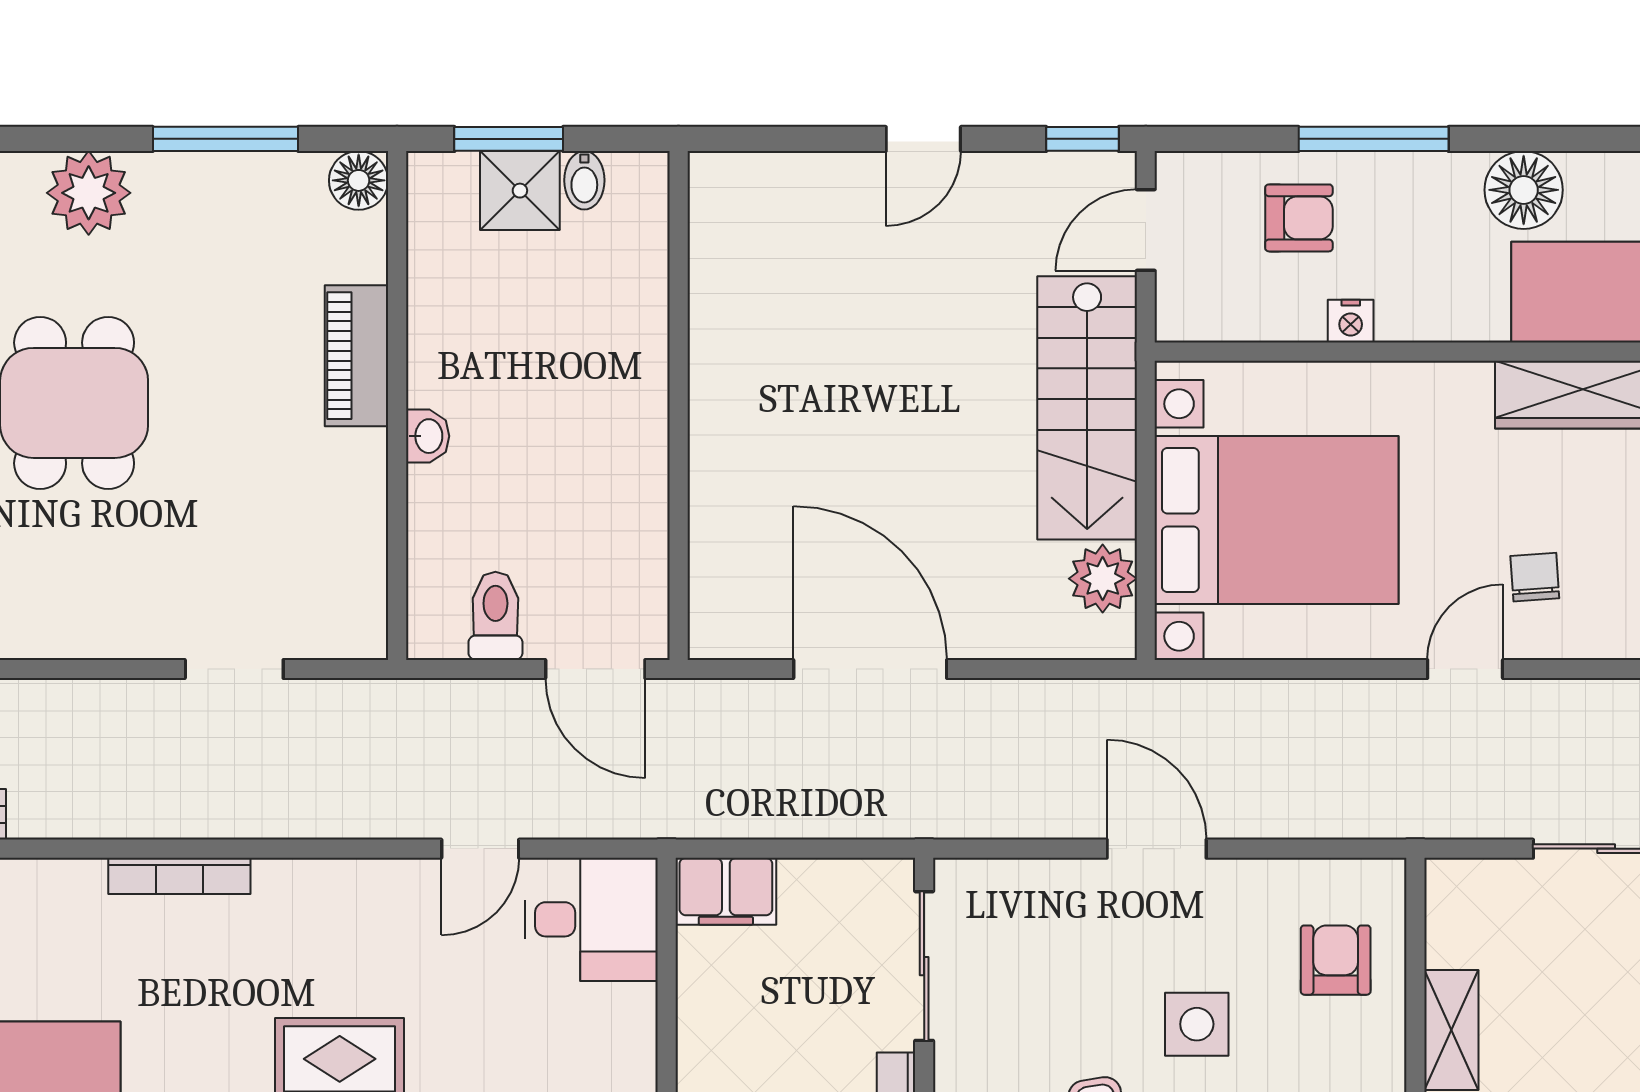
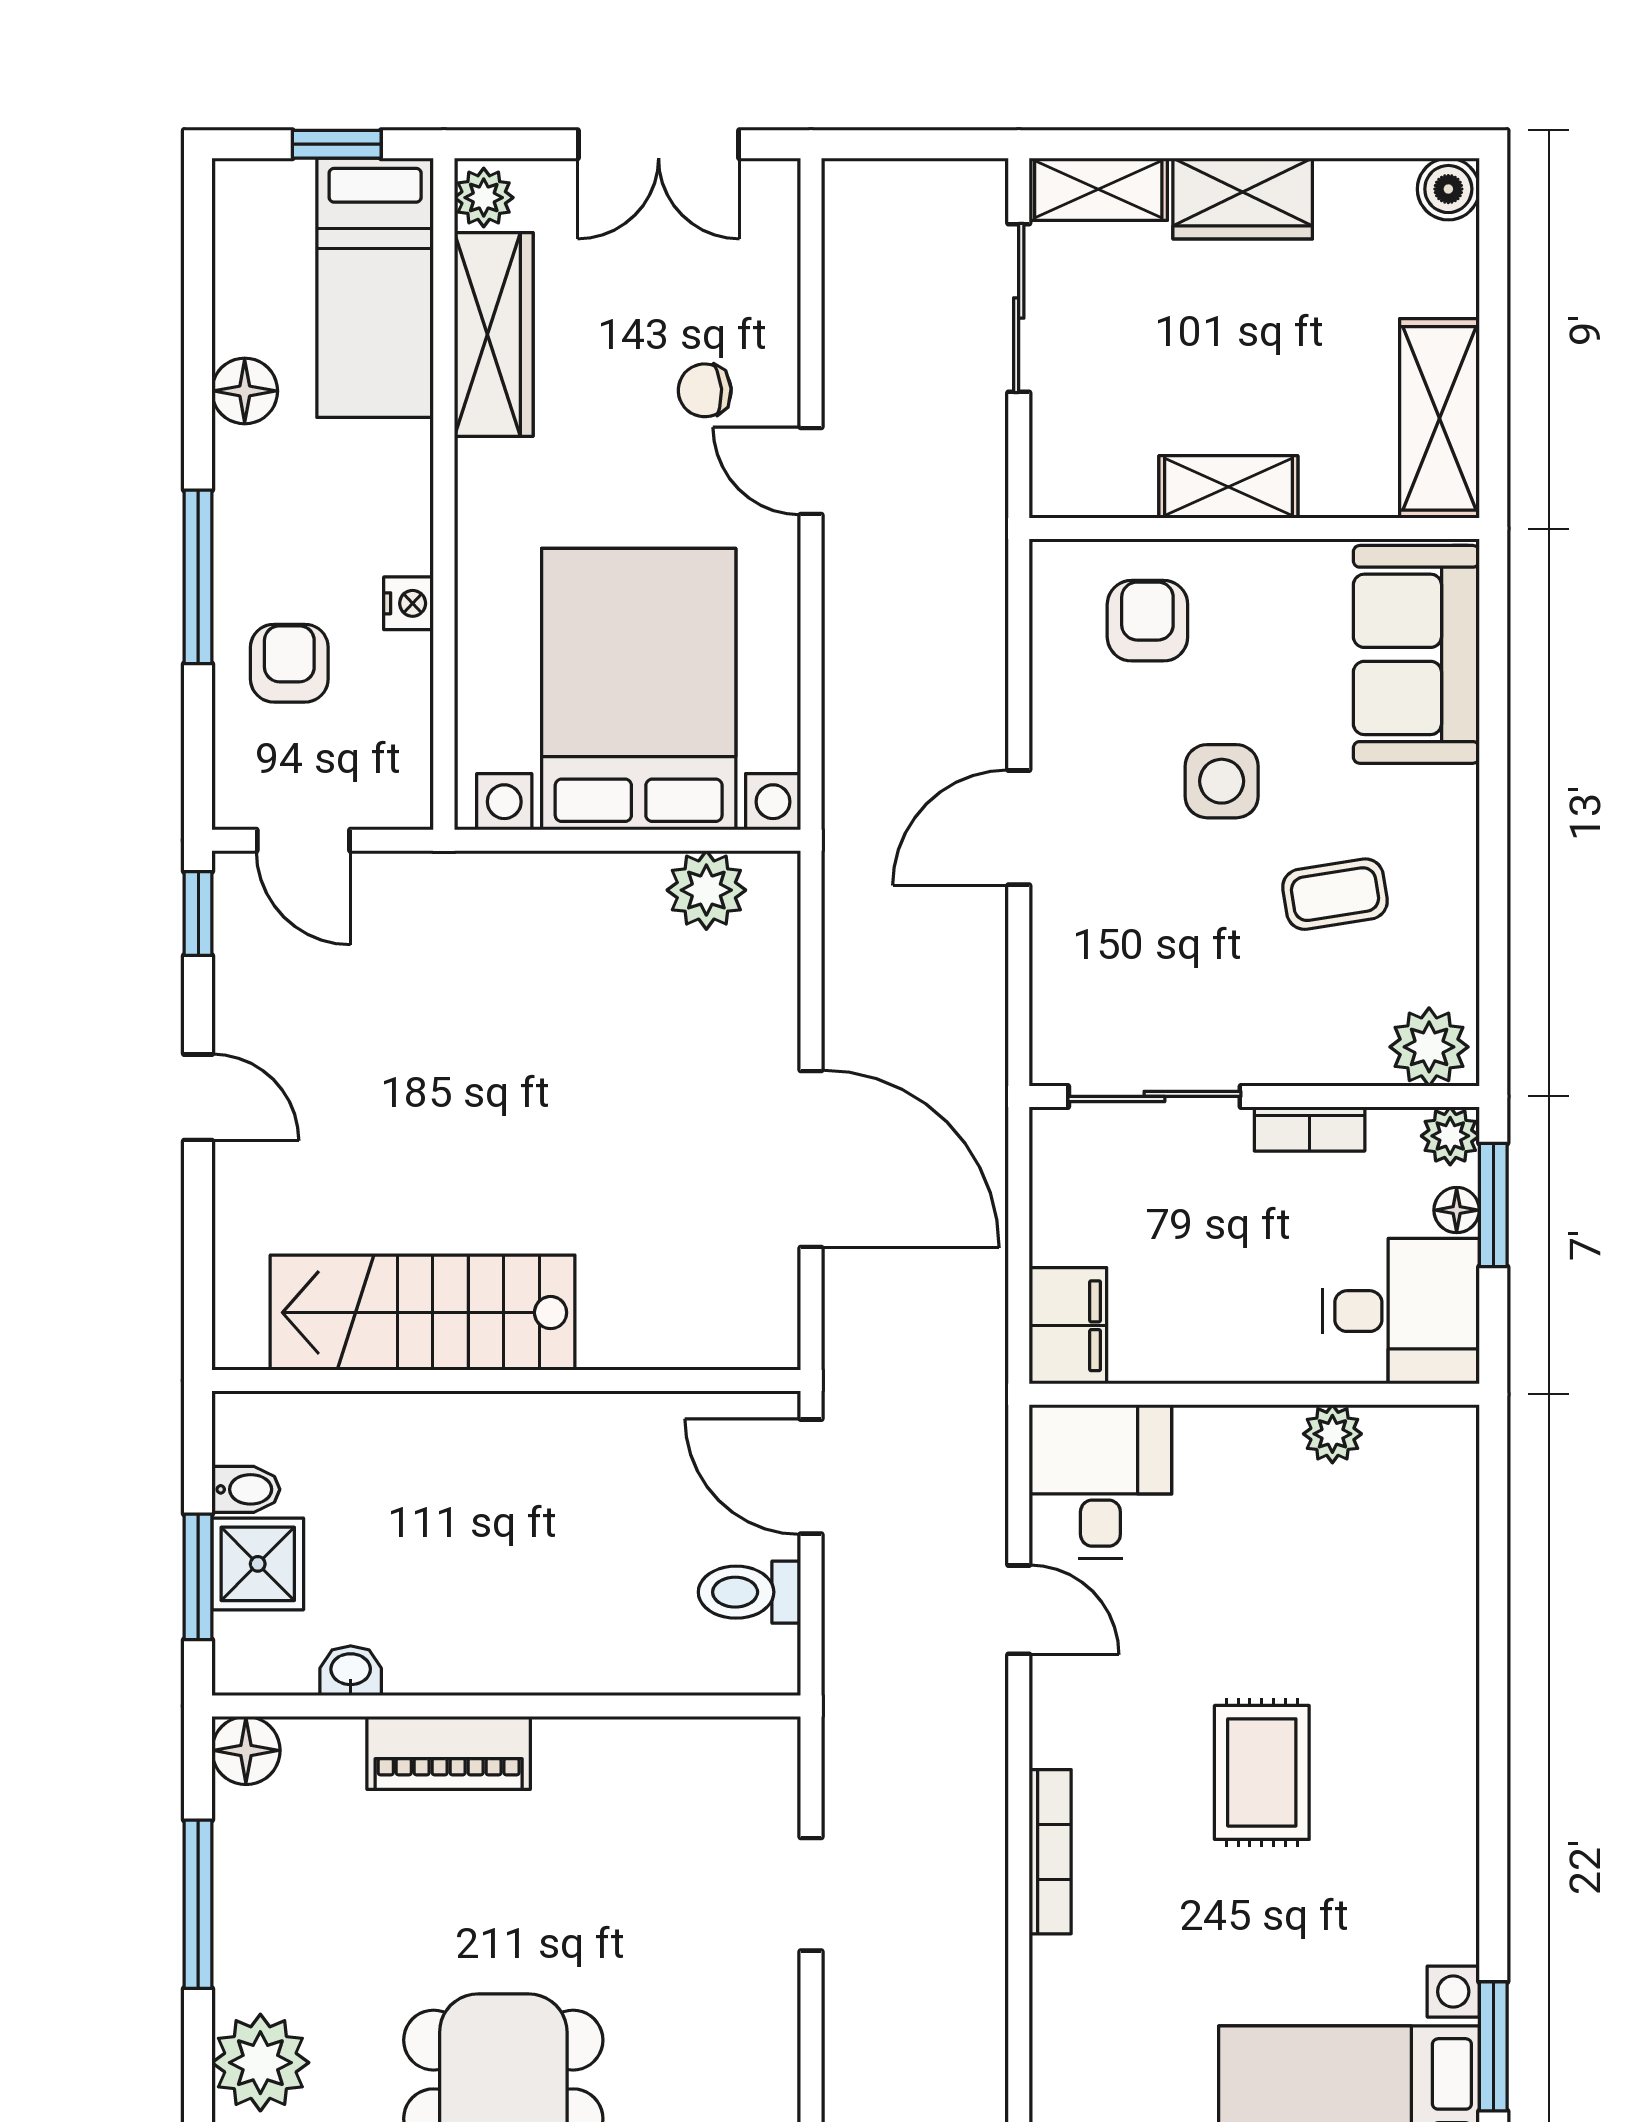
floor lamp: (1524, 190) -> (245, 391), width x0.73, depth x0.73
stairs: (1087, 408) -> (423, 1313), moved, turned 180
washbasin: (428, 436) -> (351, 1671), moved
door: (595, 669) -> (811, 1477), swing flipped
door: (870, 669) -> (811, 1159), swing flipped
bookcase: (179, 876) -> (1050, 1852), moved
armchair: (1336, 960) -> (1147, 621), turned 90

